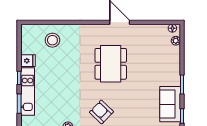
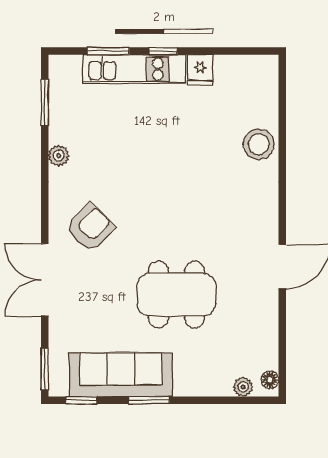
stool: (52, 40) -> (259, 144), moved
dining table: (111, 64) -> (176, 294), moved
sofa: (170, 104) -> (121, 375), width x1.36

